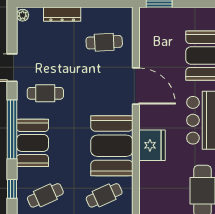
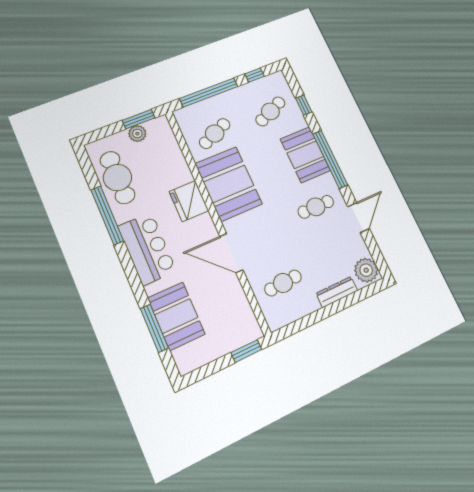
plant: (23, 15) -> (366, 270), width x1.87, depth x1.87

